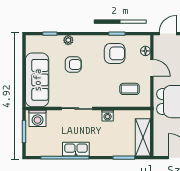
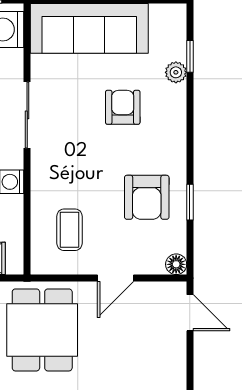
plant: (68, 40) -> (176, 72), moved
floor lamp: (145, 51) -> (176, 264), moved
armchair: (73, 65) -> (123, 107), turned 180

